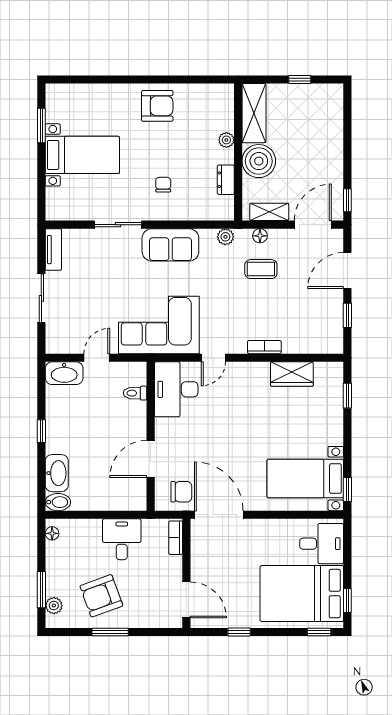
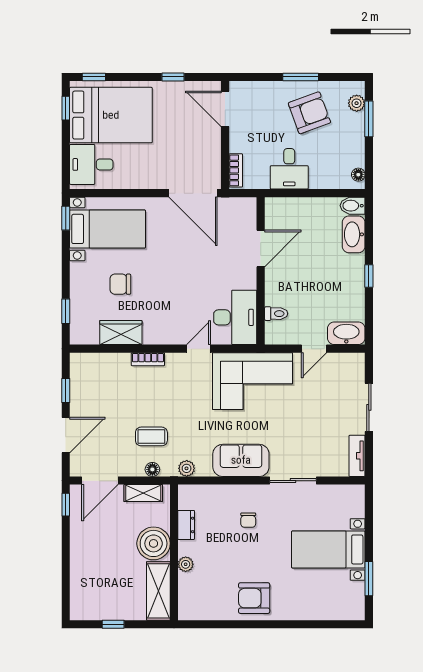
chair: (181, 492) -> (120, 284), moved

